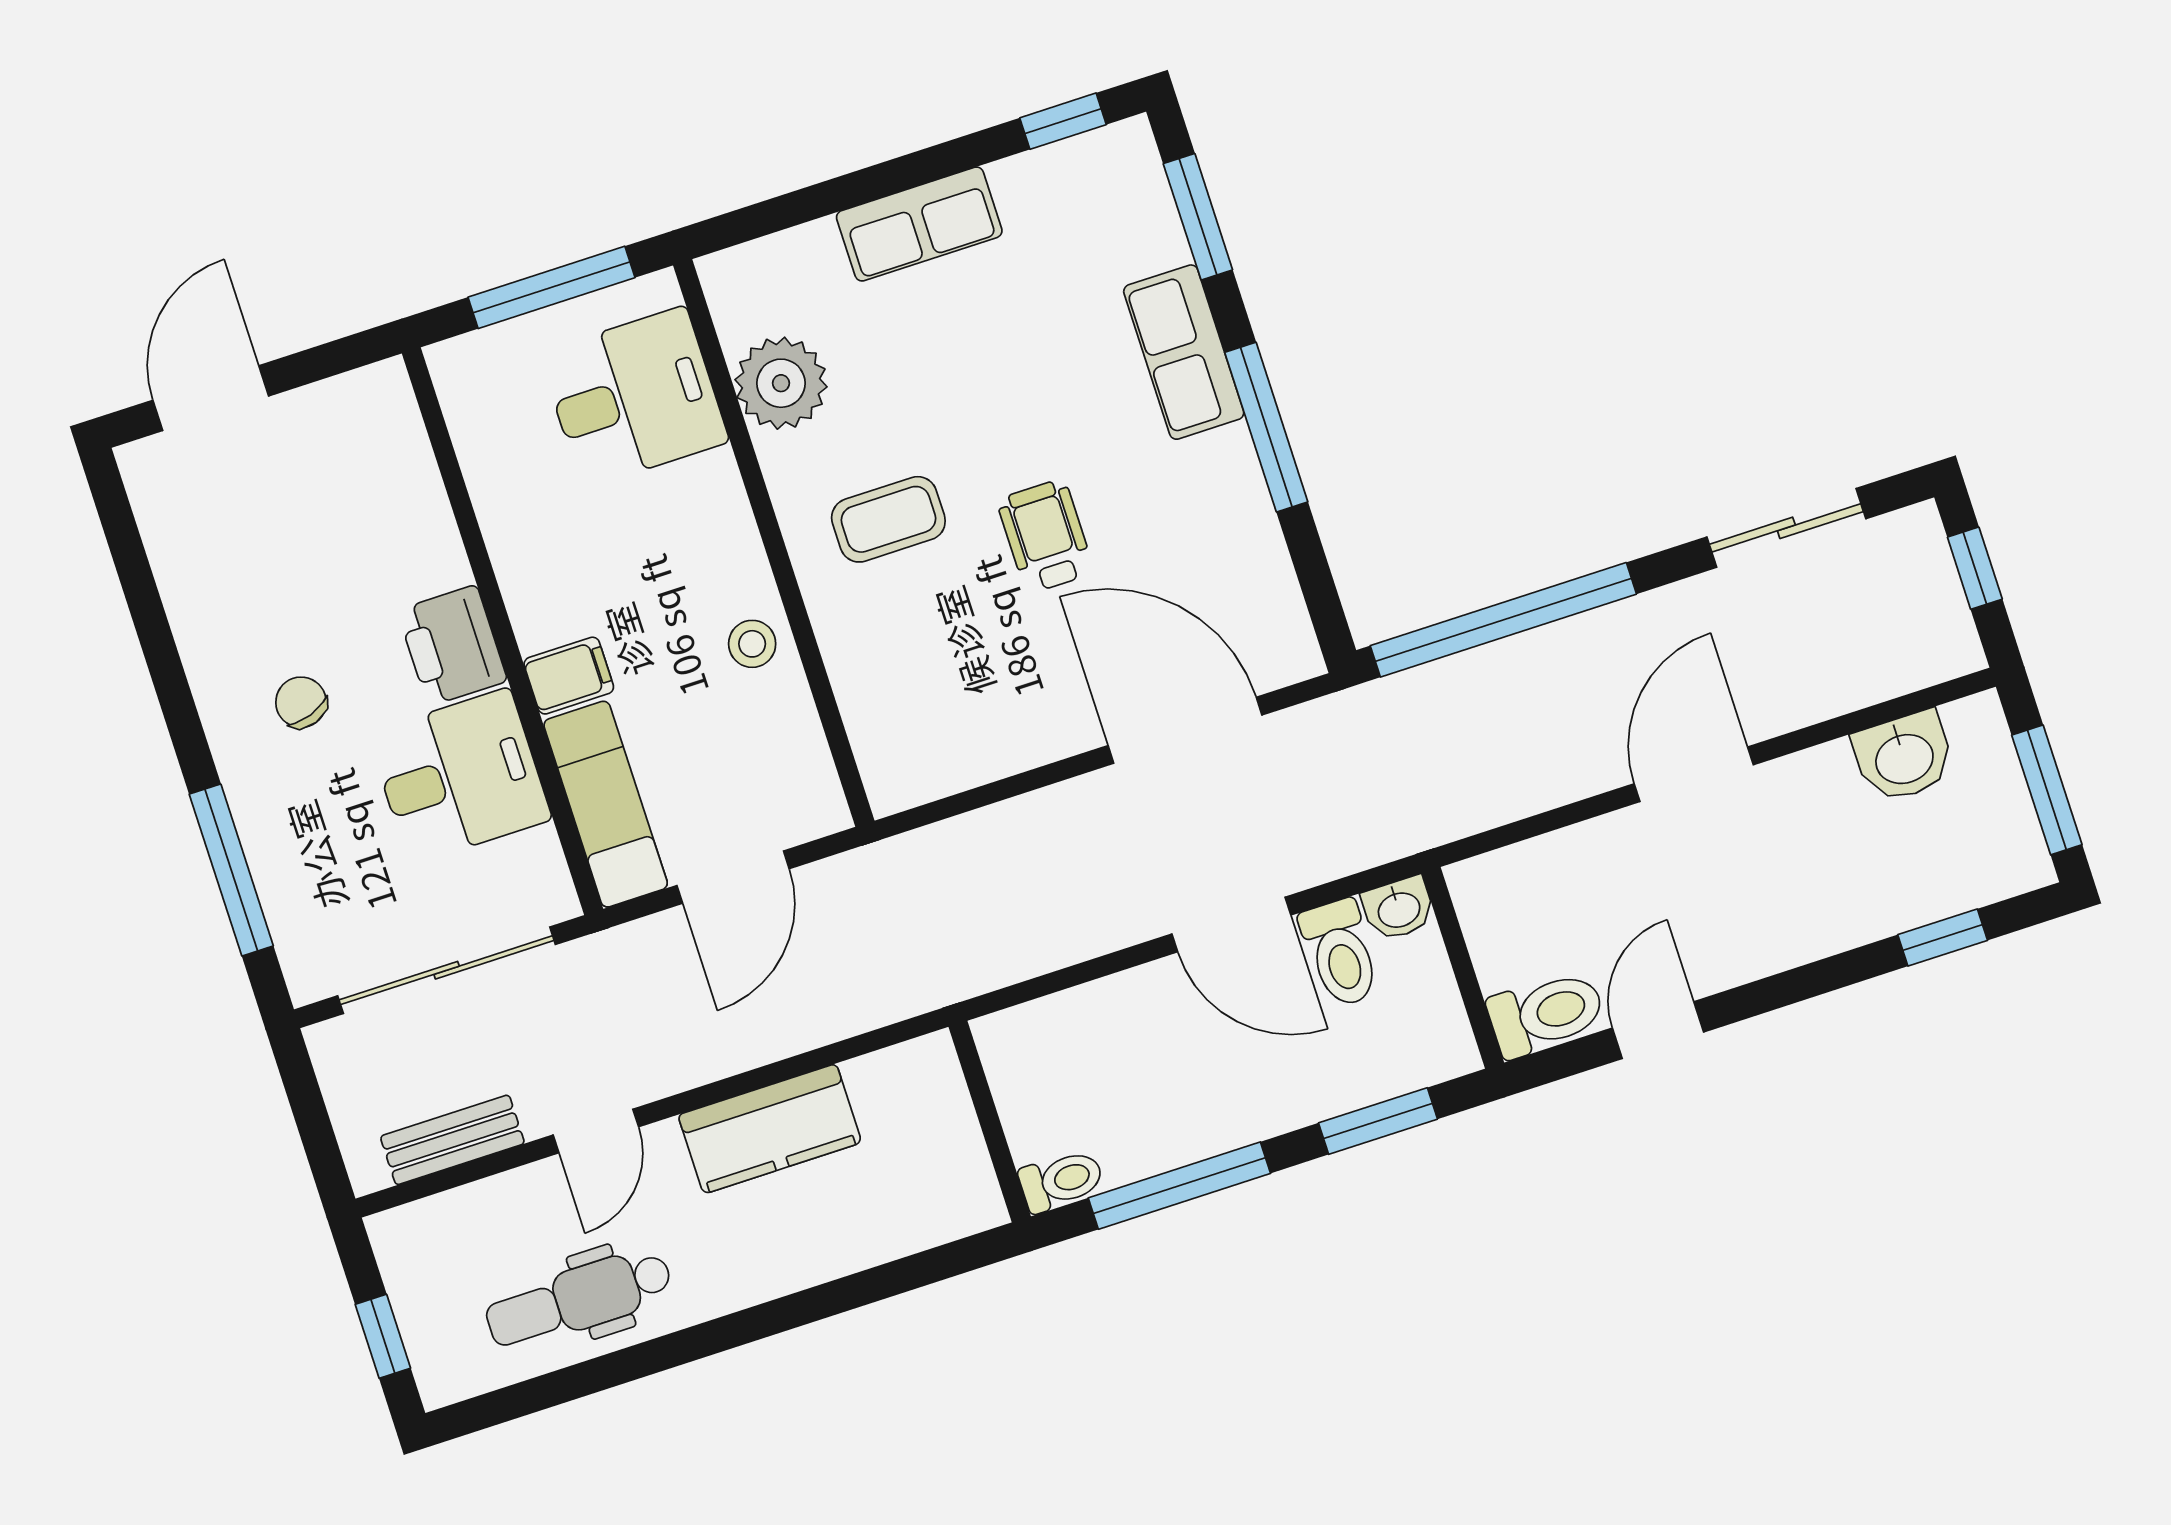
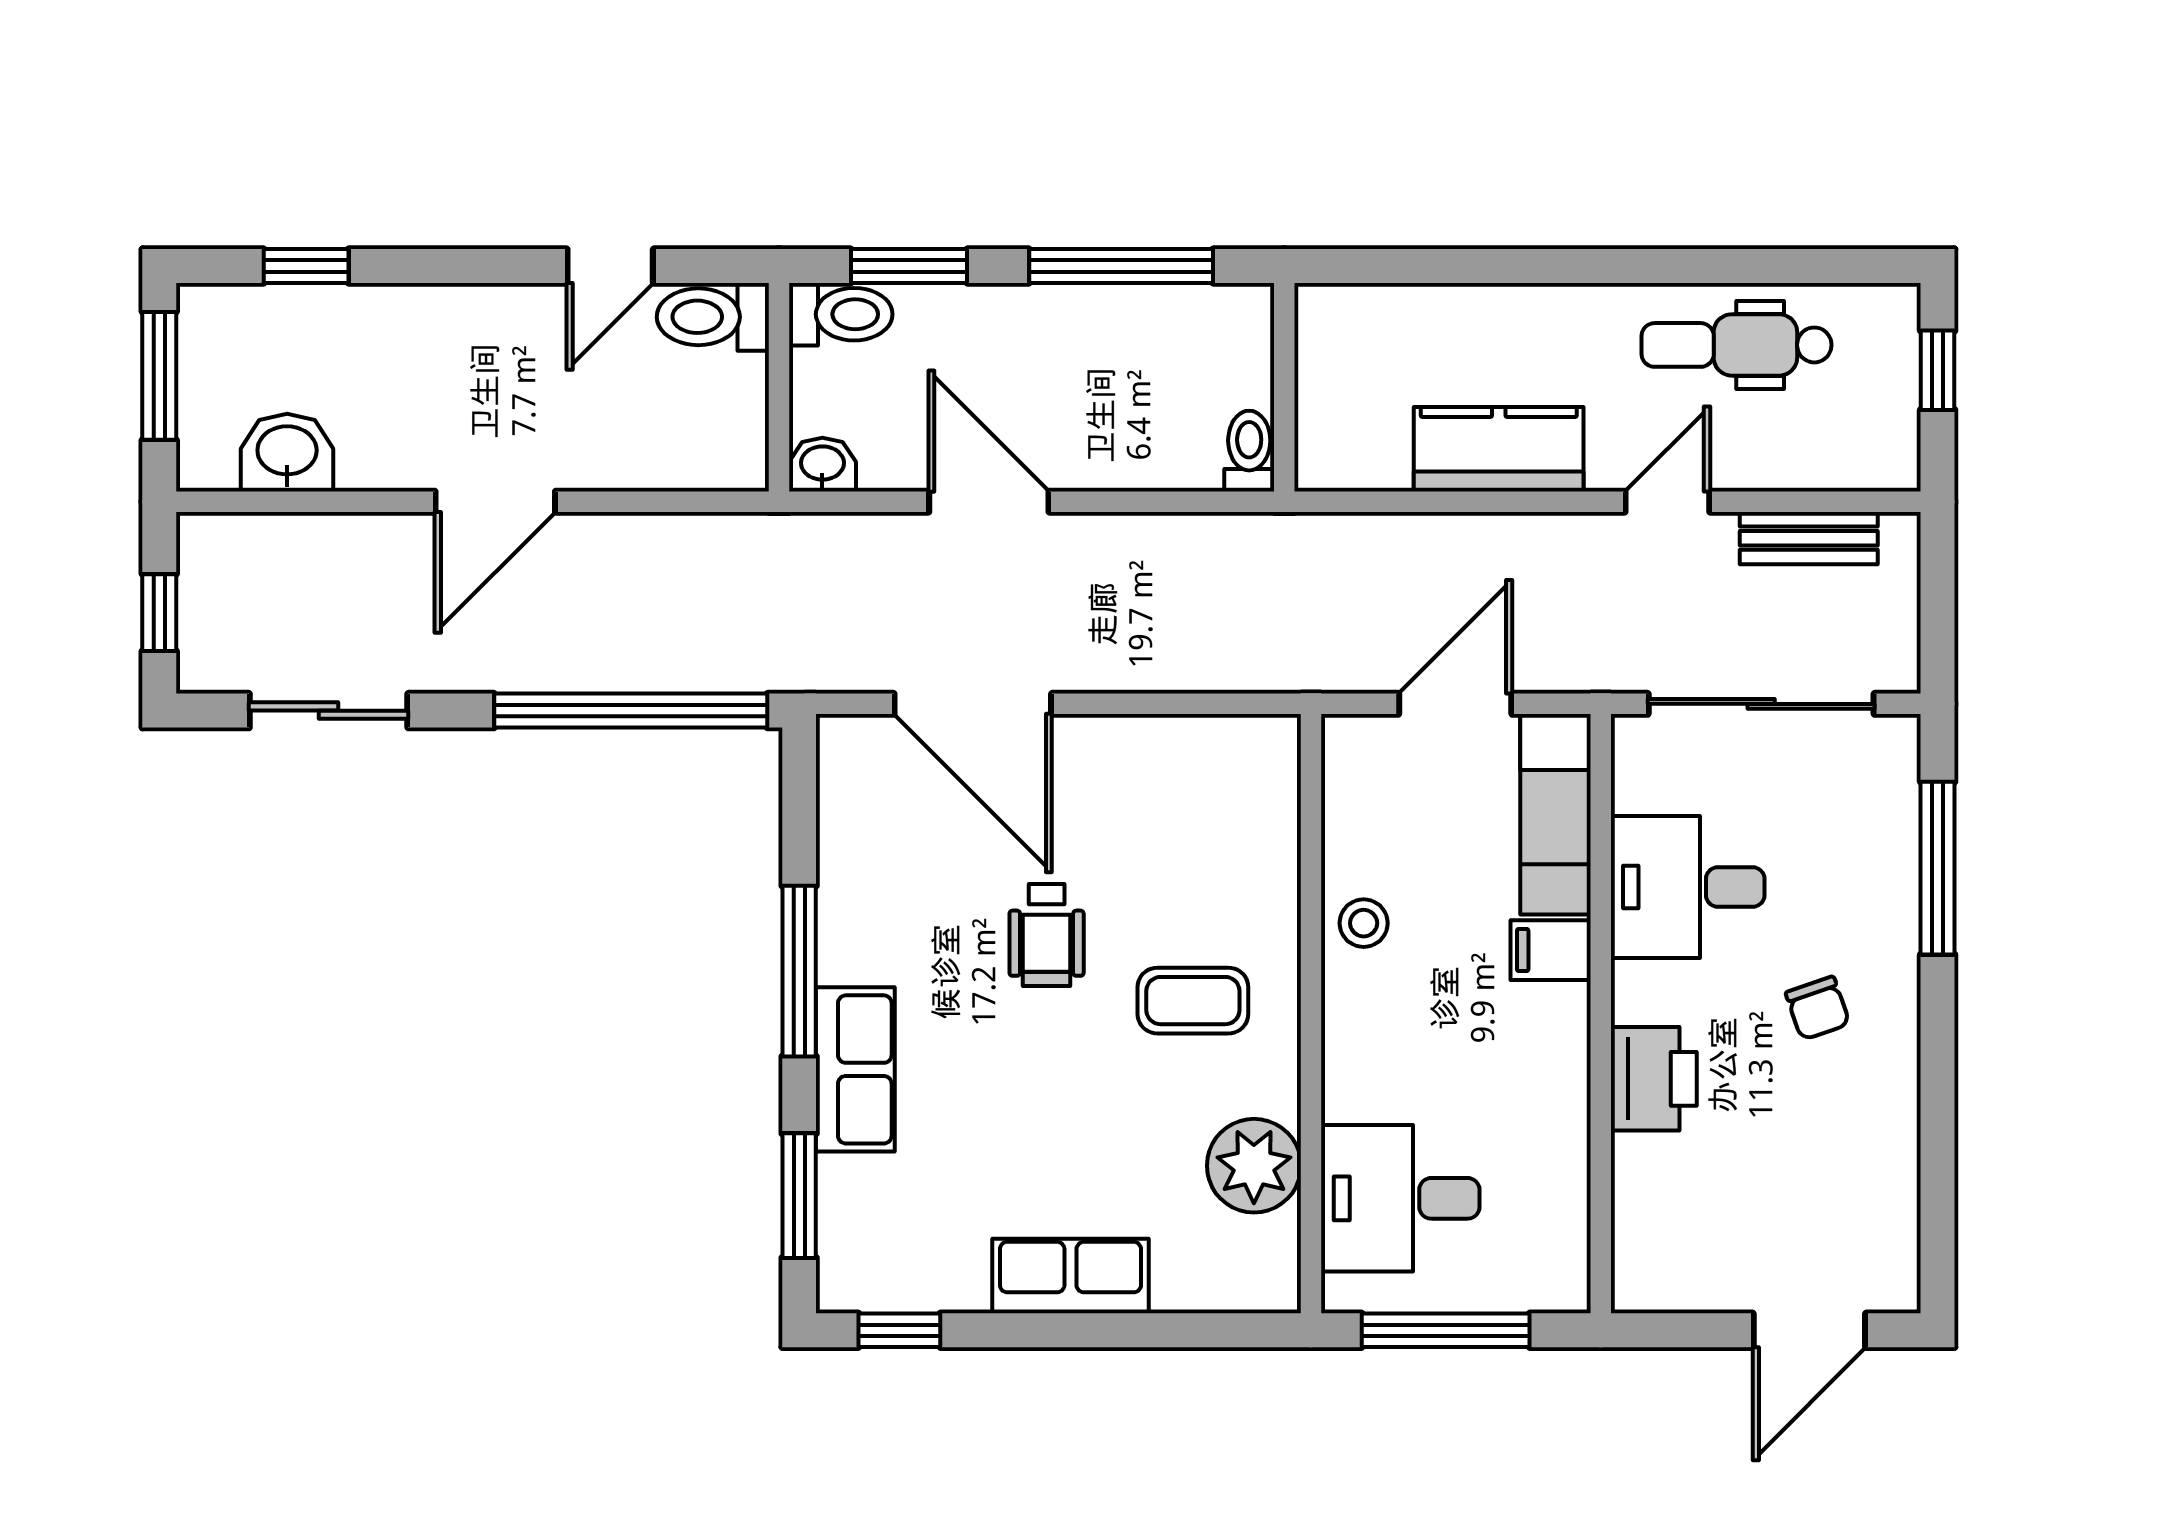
printer: (452, 646) -> (1654, 1079), moved
toilet: (1340, 953) -> (841, 314), moved, turned 90
toilet: (1061, 1181) -> (1249, 451), moved, turned 90
dental chair: (579, 1299) -> (1736, 345), turned 180

